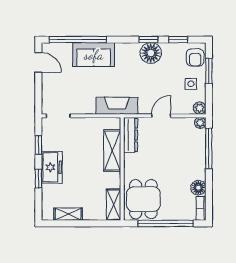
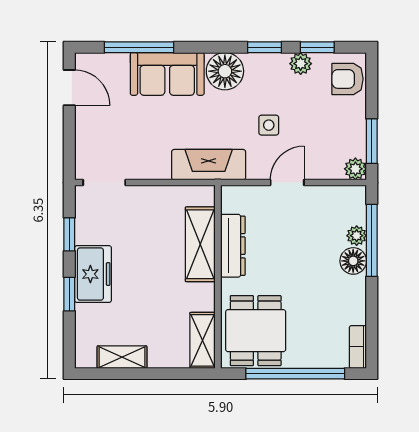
window: (78, 40) -> (139, 47), width x0.68
plant: (169, 49) -> (301, 64), added
floor lamp: (151, 53) -> (225, 71), moved
armchair: (195, 57) -> (347, 79), turned 90
window: (209, 71) -> (372, 141), moved
side table: (191, 84) -> (269, 125), moved
plant: (200, 123) -> (357, 236), moved
dresser: (131, 135) -> (233, 246), moved
floor lamp: (198, 188) -> (353, 261), moved

